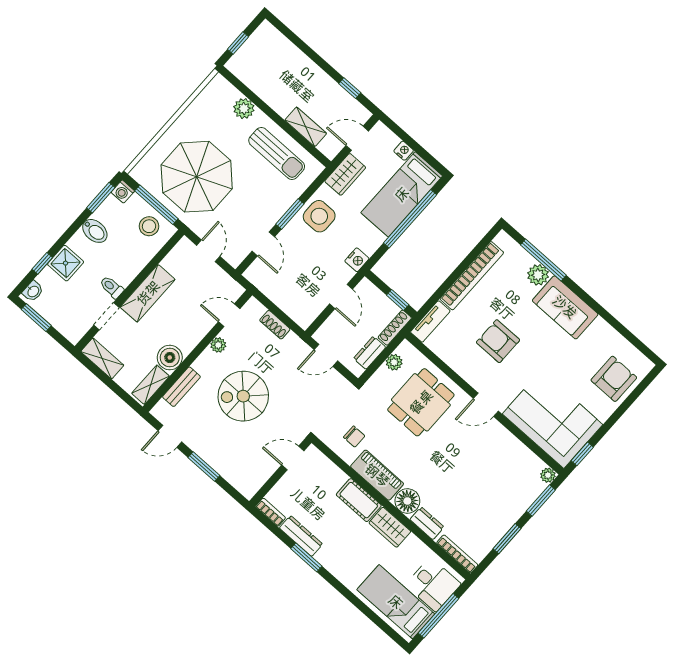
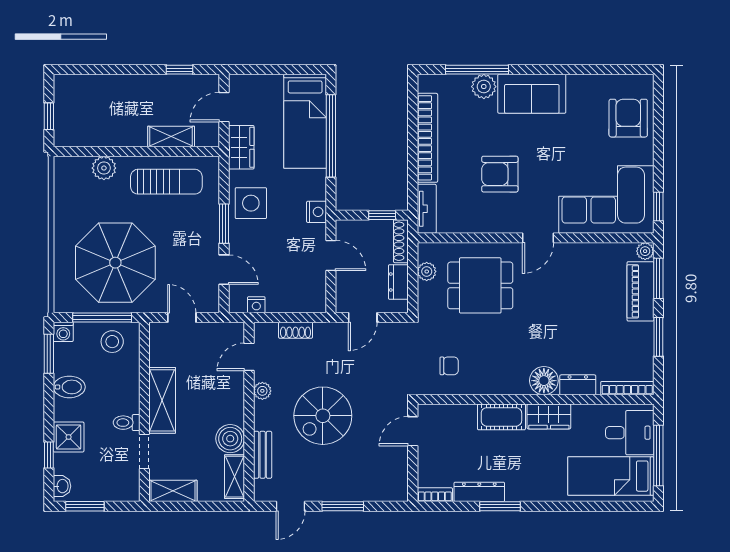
nightstand: (404, 151) -> (256, 305), moved, turned 180
dining table: (421, 402) -> (480, 285), turned 90
piano: (377, 475) -> (640, 291), moved, turned -90

